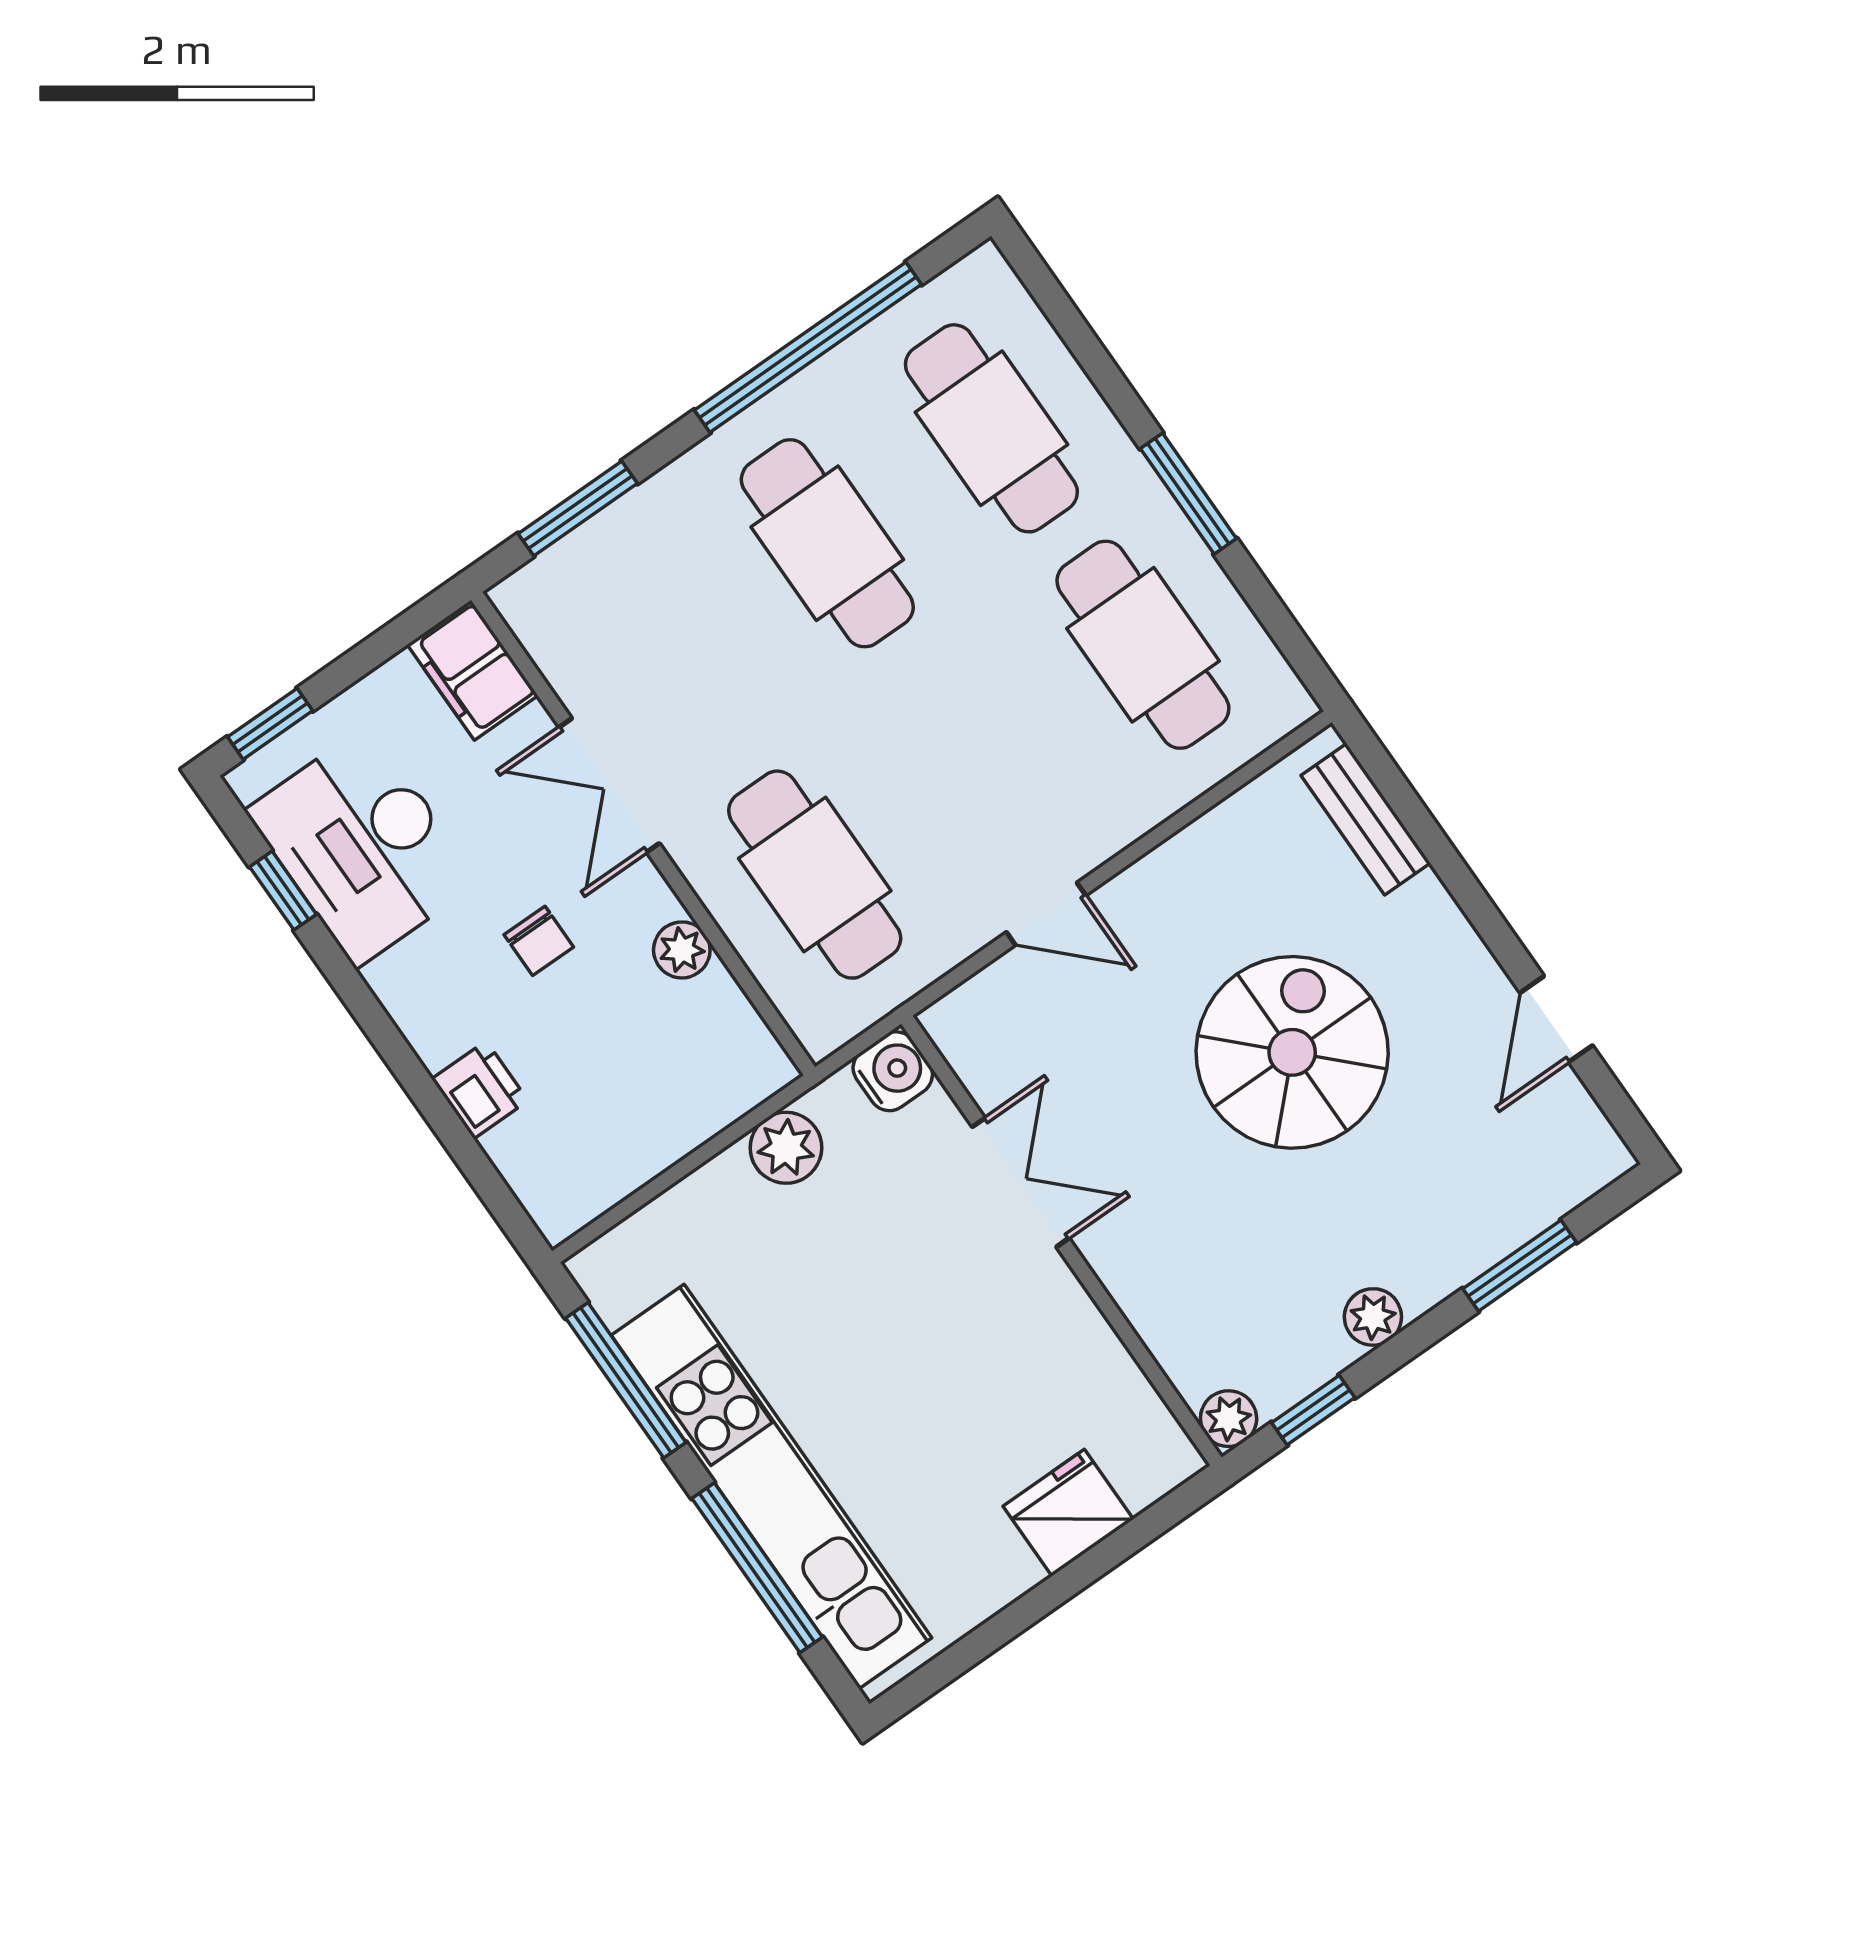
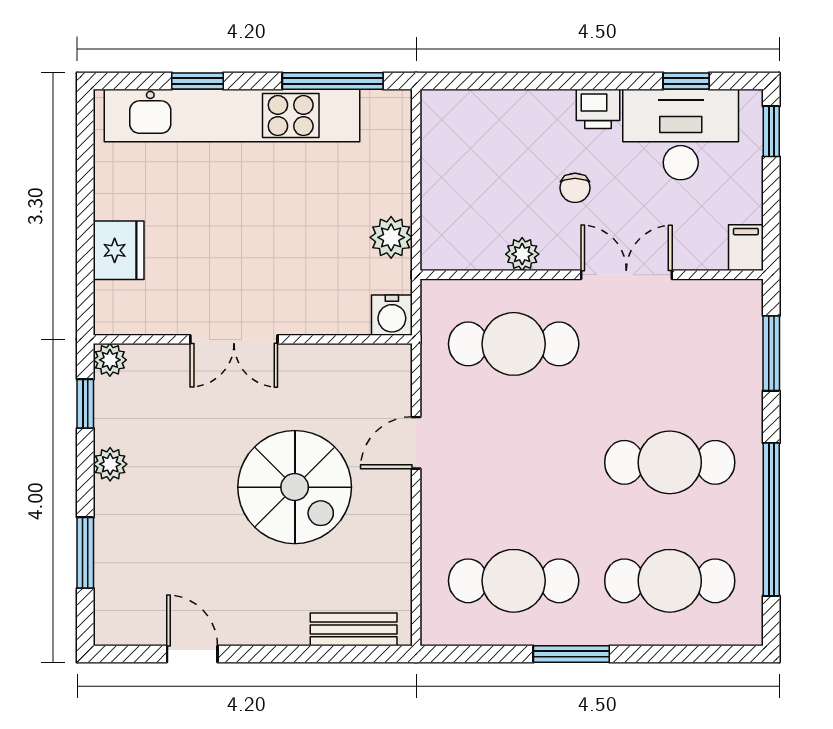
filing cabinet: (473, 670) -> (746, 248), width x0.50
chair: (539, 941) -> (575, 188), turned -90
spiral stairs: (1292, 1052) -> (295, 487), moved
printer: (480, 1090) -> (598, 109), moved
double door: (1021, 1182) -> (234, 339), moved
window: (757, 1568) -> (197, 81), width x0.46

